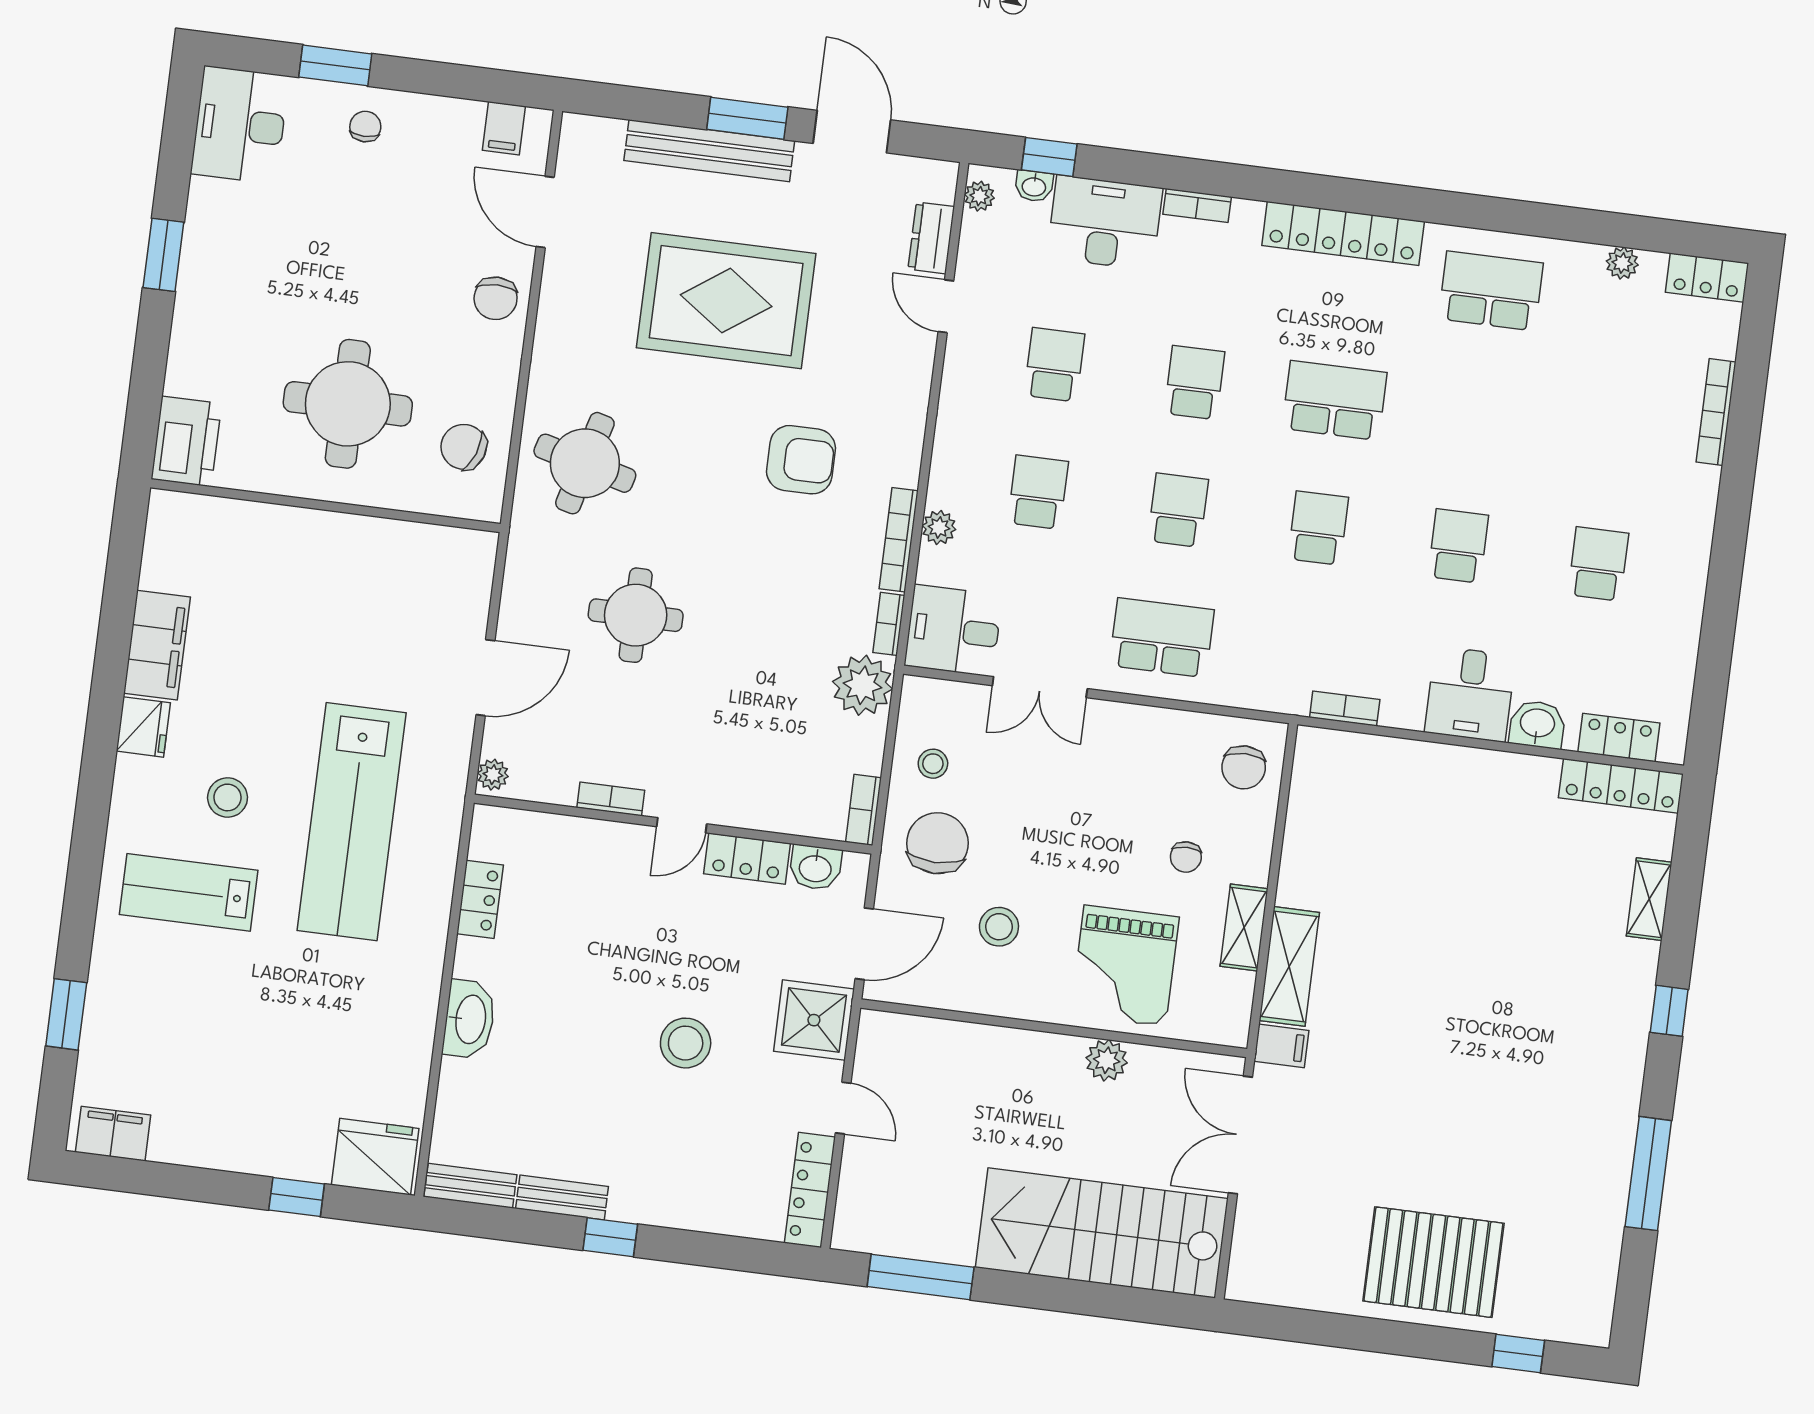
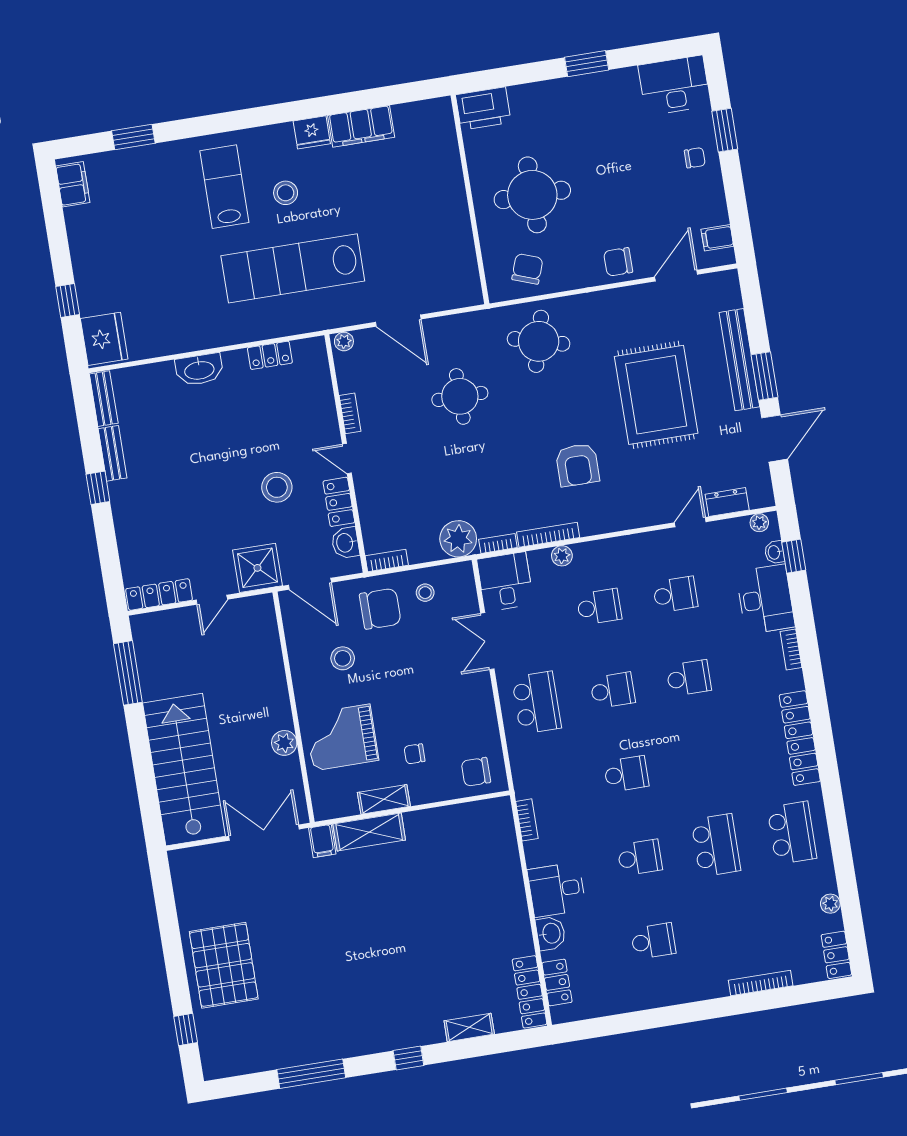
school desk: (1334, 401) -> (716, 845), moved
stool: (686, 1043) -> (277, 487), moved

